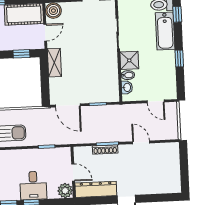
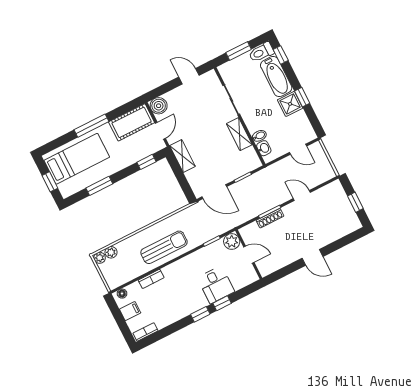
shower: (129, 60) -> (290, 104), moved
shelving: (111, 66) -> (239, 134), added
window: (184, 169) -> (355, 202), added
dresser: (96, 189) -> (278, 261), removed
plant: (65, 191) -> (232, 241), moved

